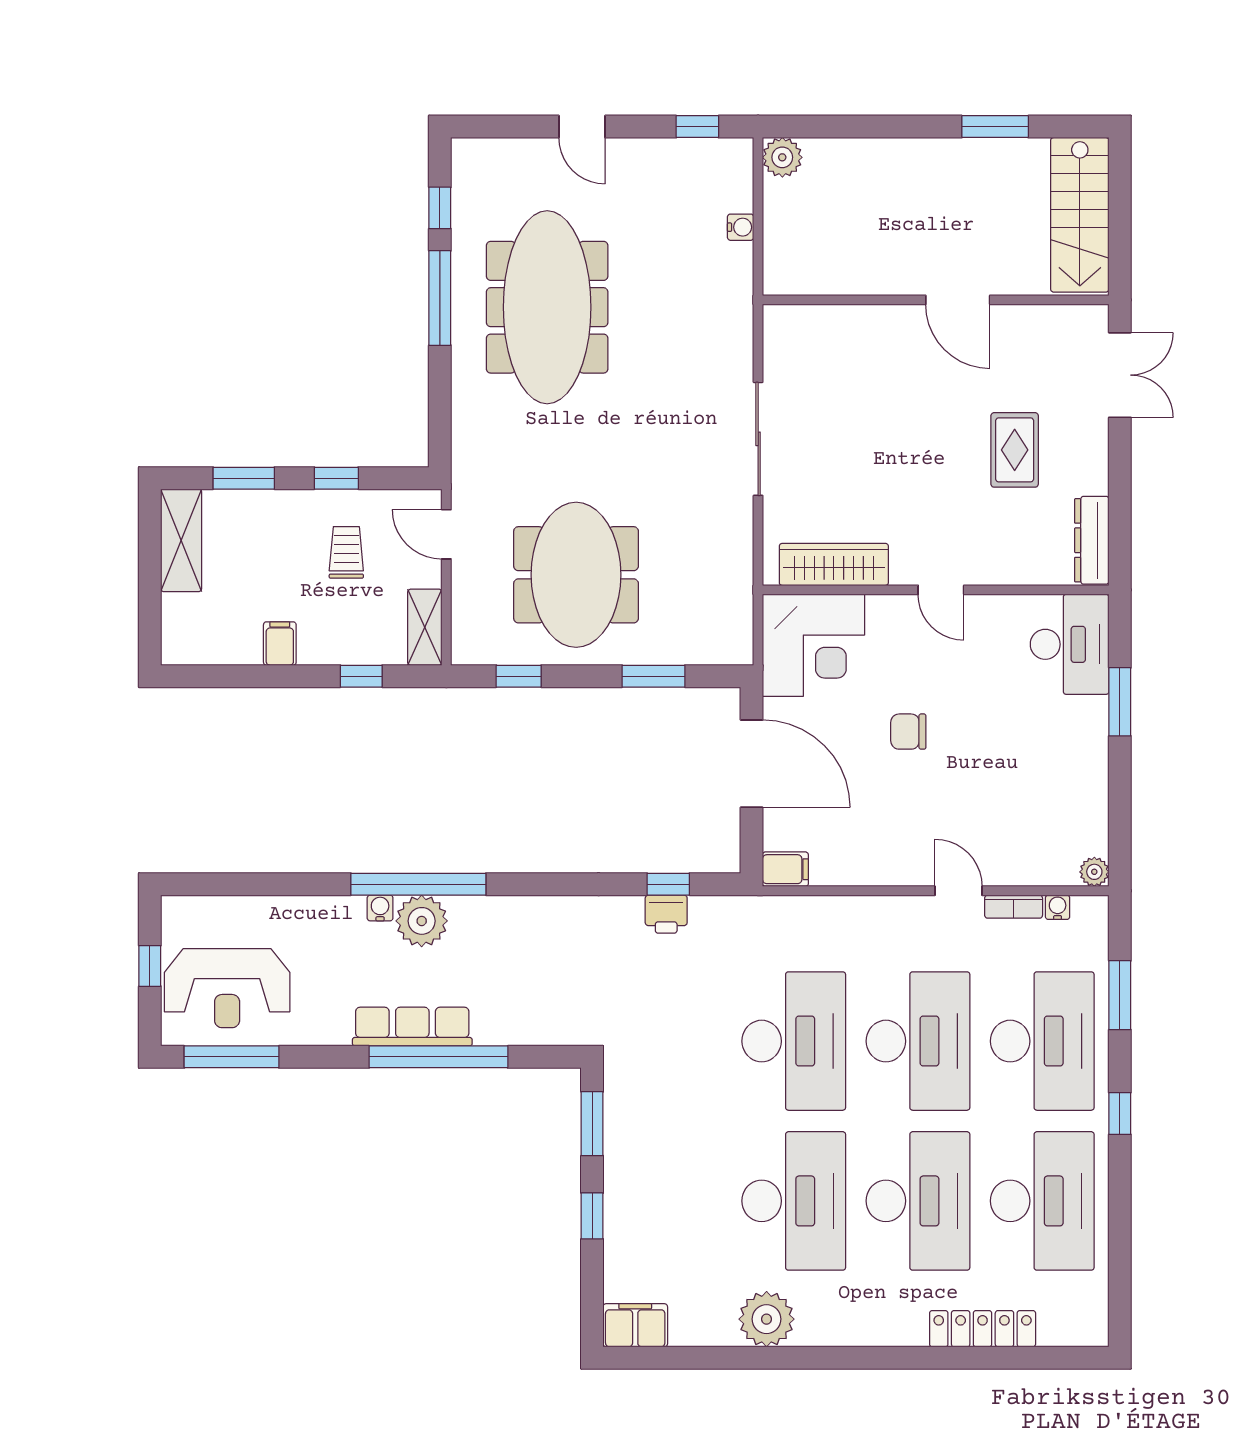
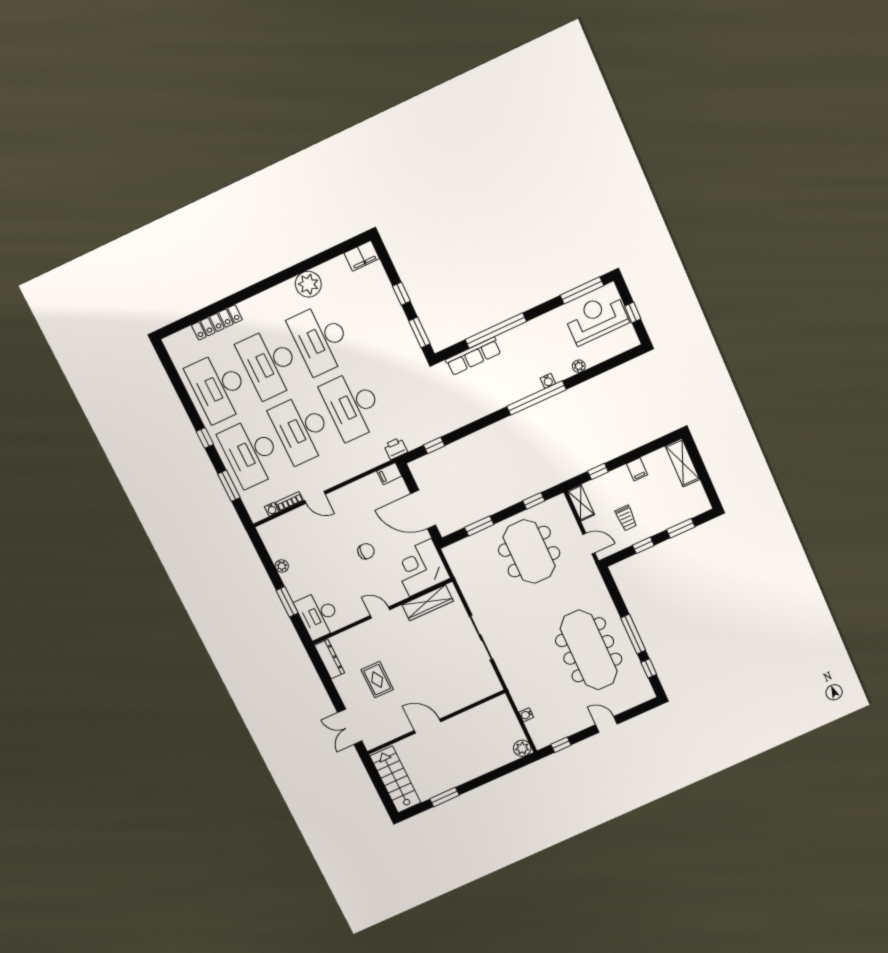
shelving: (181, 540) -> (683, 463), moved
plant: (1094, 872) -> (282, 566), moved
printer: (666, 914) -> (396, 448), moved
plant: (422, 921) -> (579, 366), moved, width x0.53, depth x0.53
row of seats: (412, 1027) -> (473, 356), moved

